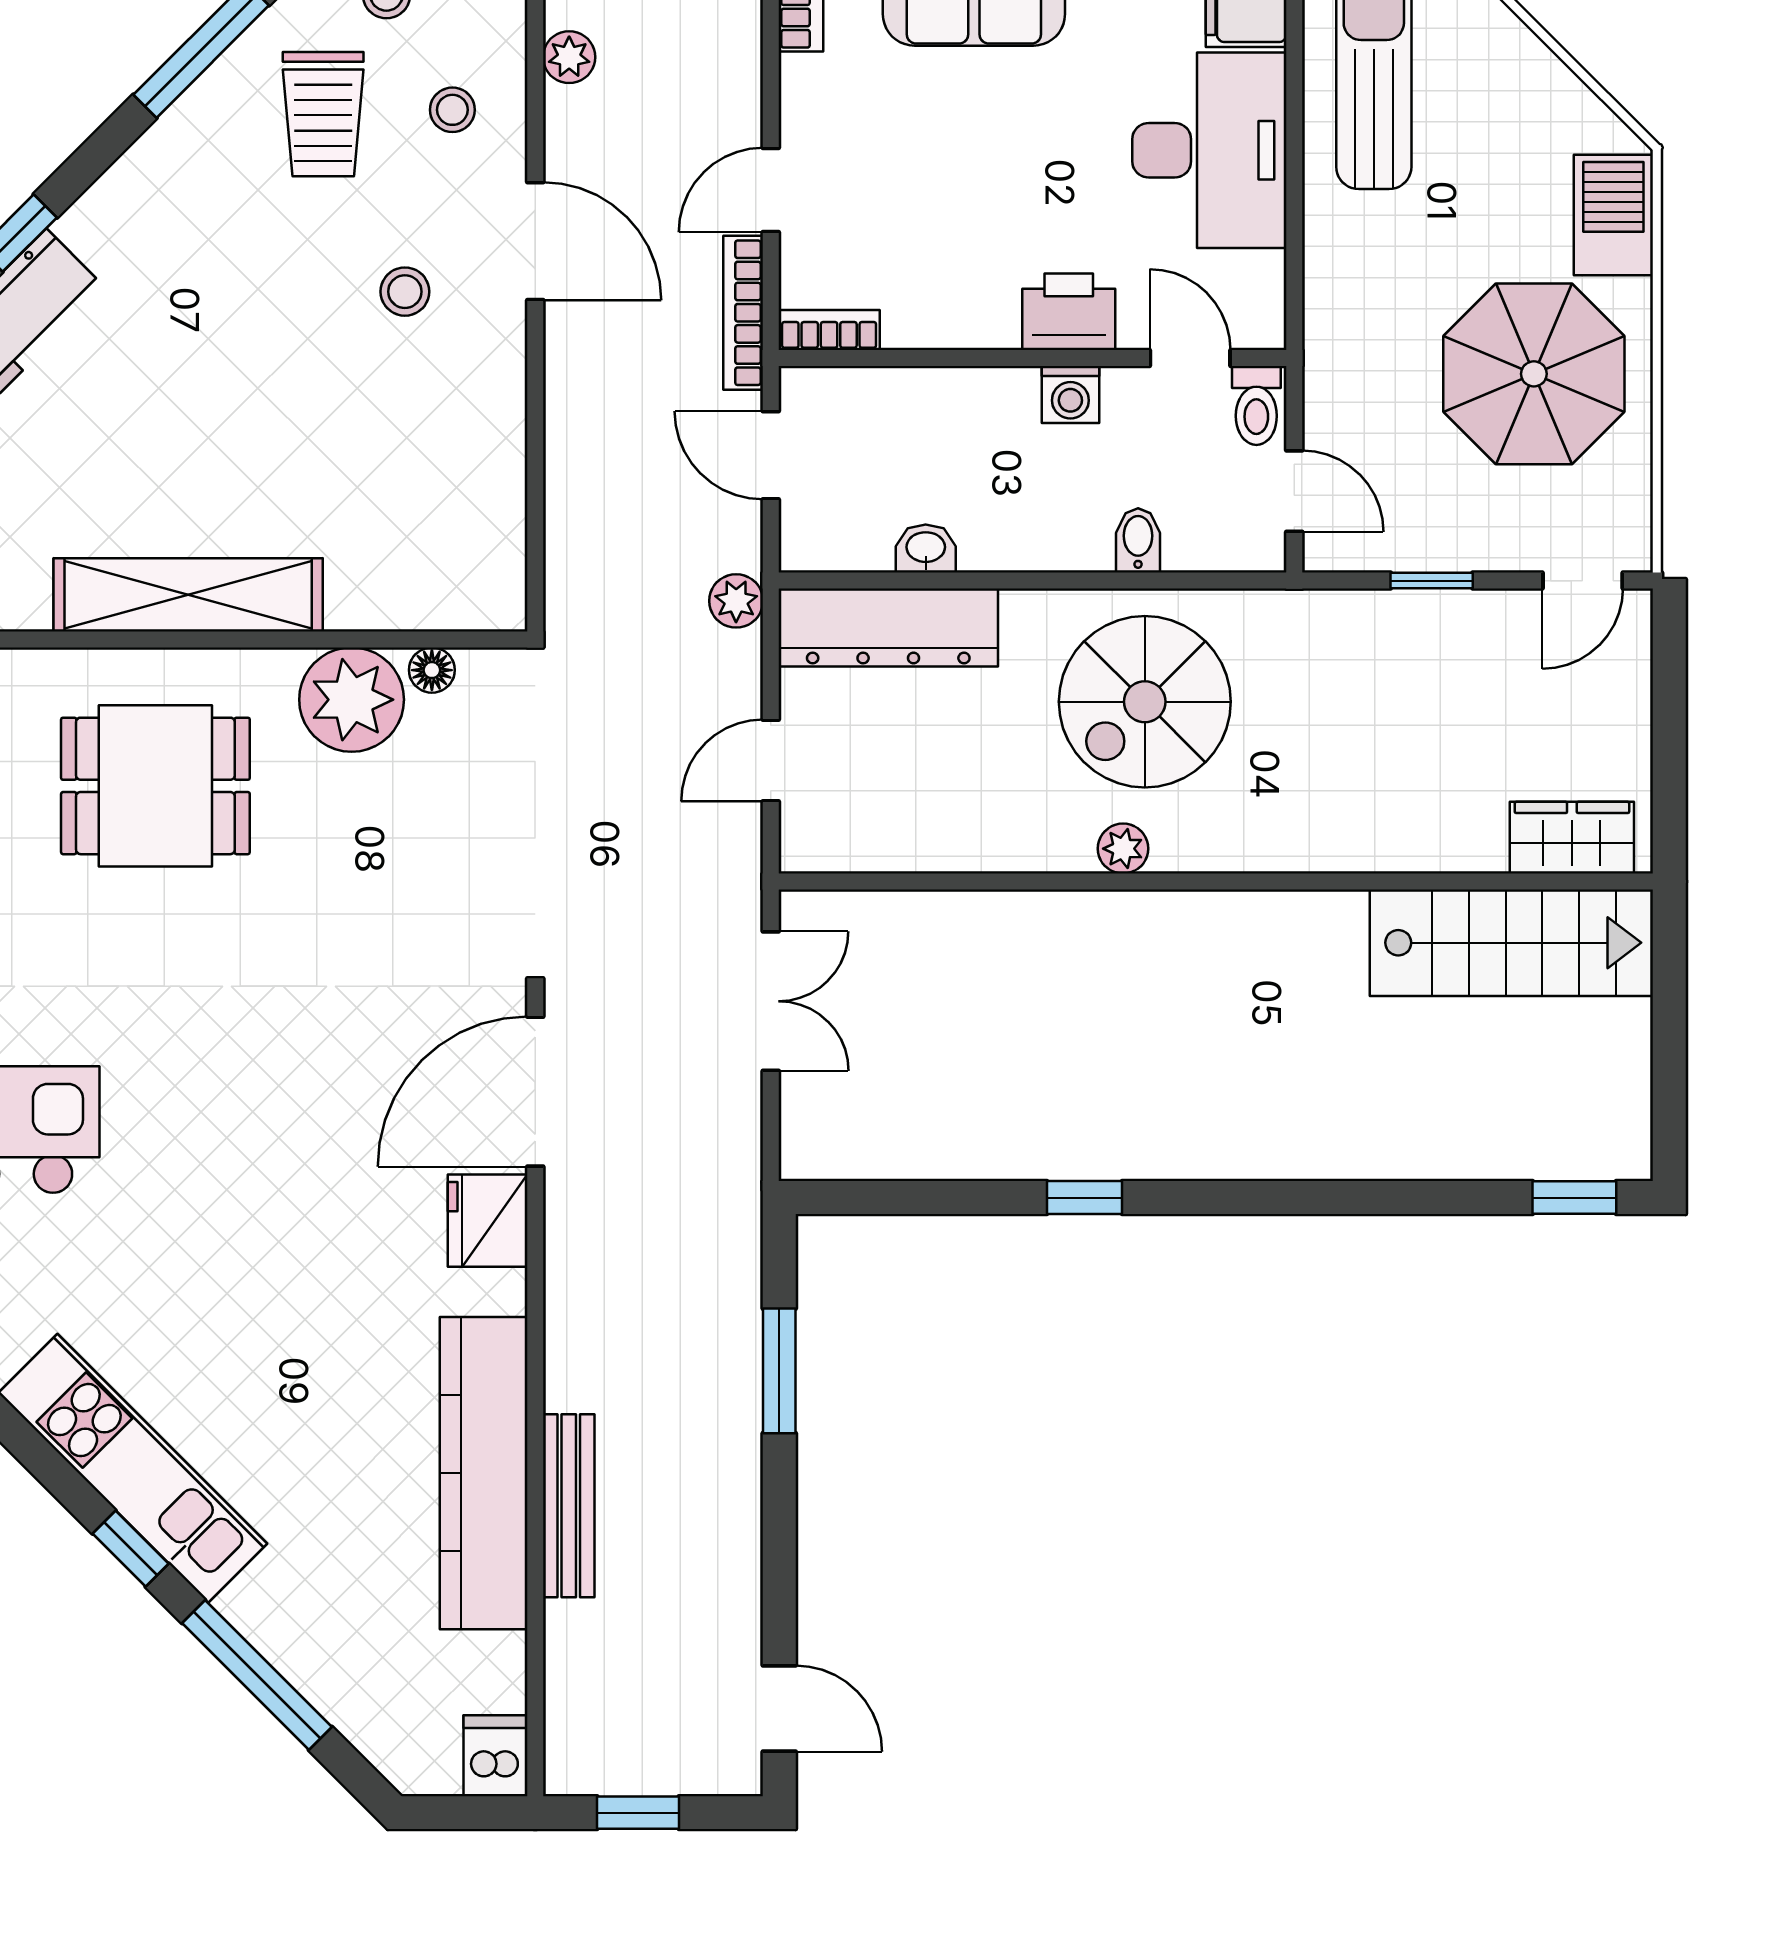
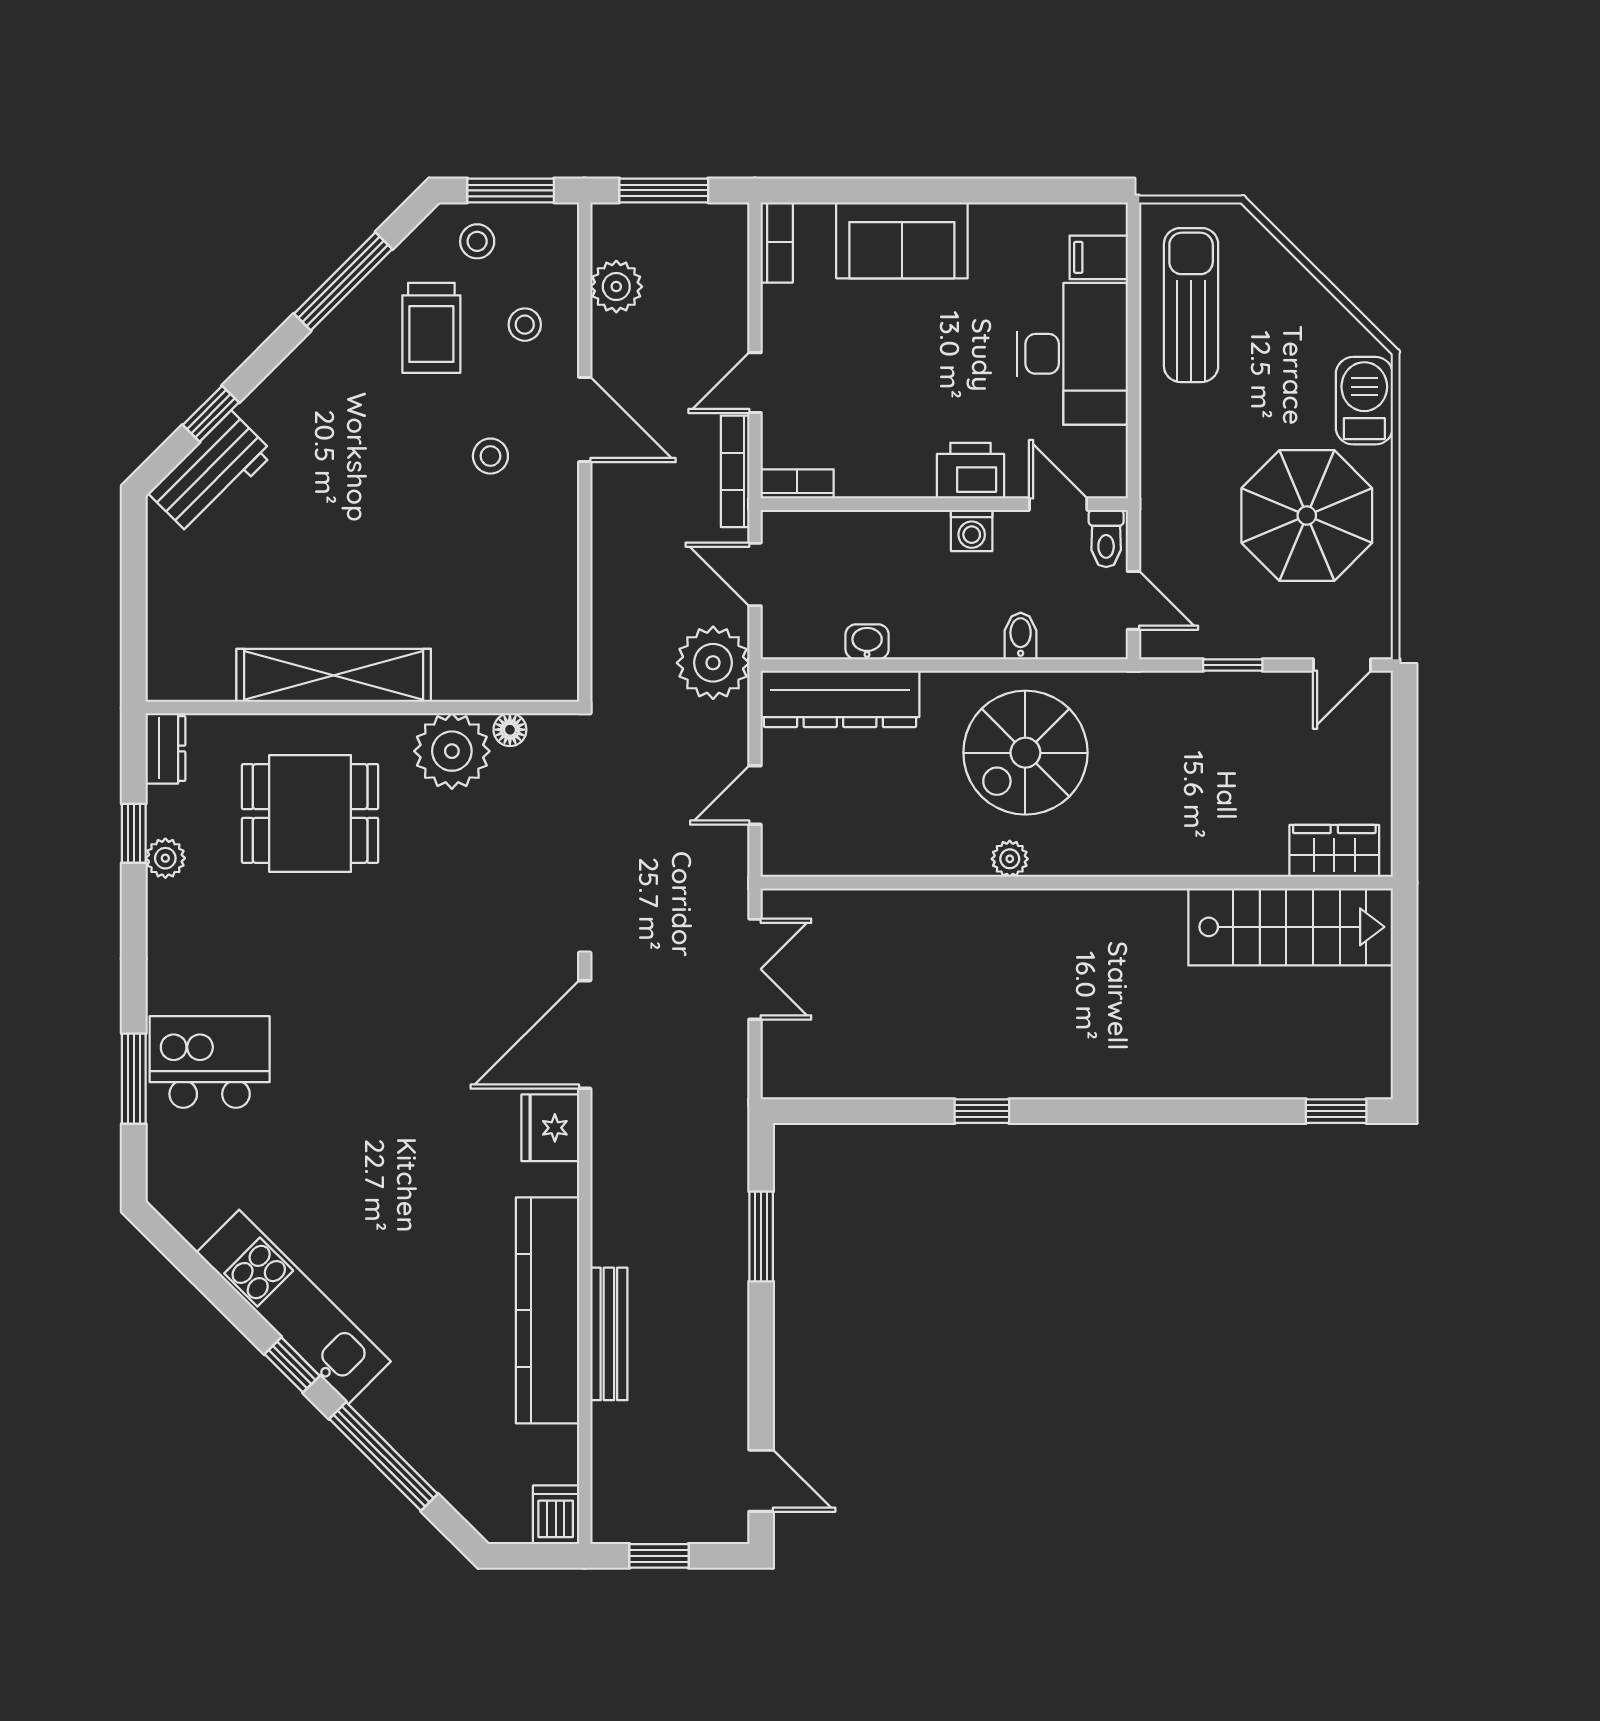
plant: (569, 57) -> (616, 287), width x1.38, depth x1.38
plant: (736, 601) -> (713, 663), width x1.87, depth x1.87

